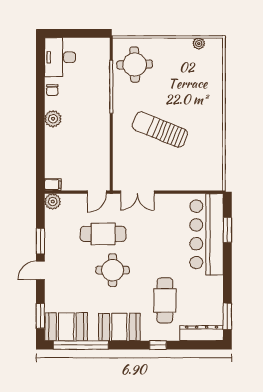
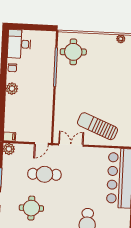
sun lounger: (160, 130) -> (97, 126), moved
double door: (137, 192) -> (71, 145), swing flipped
round table: (113, 270) -> (31, 208), moved

